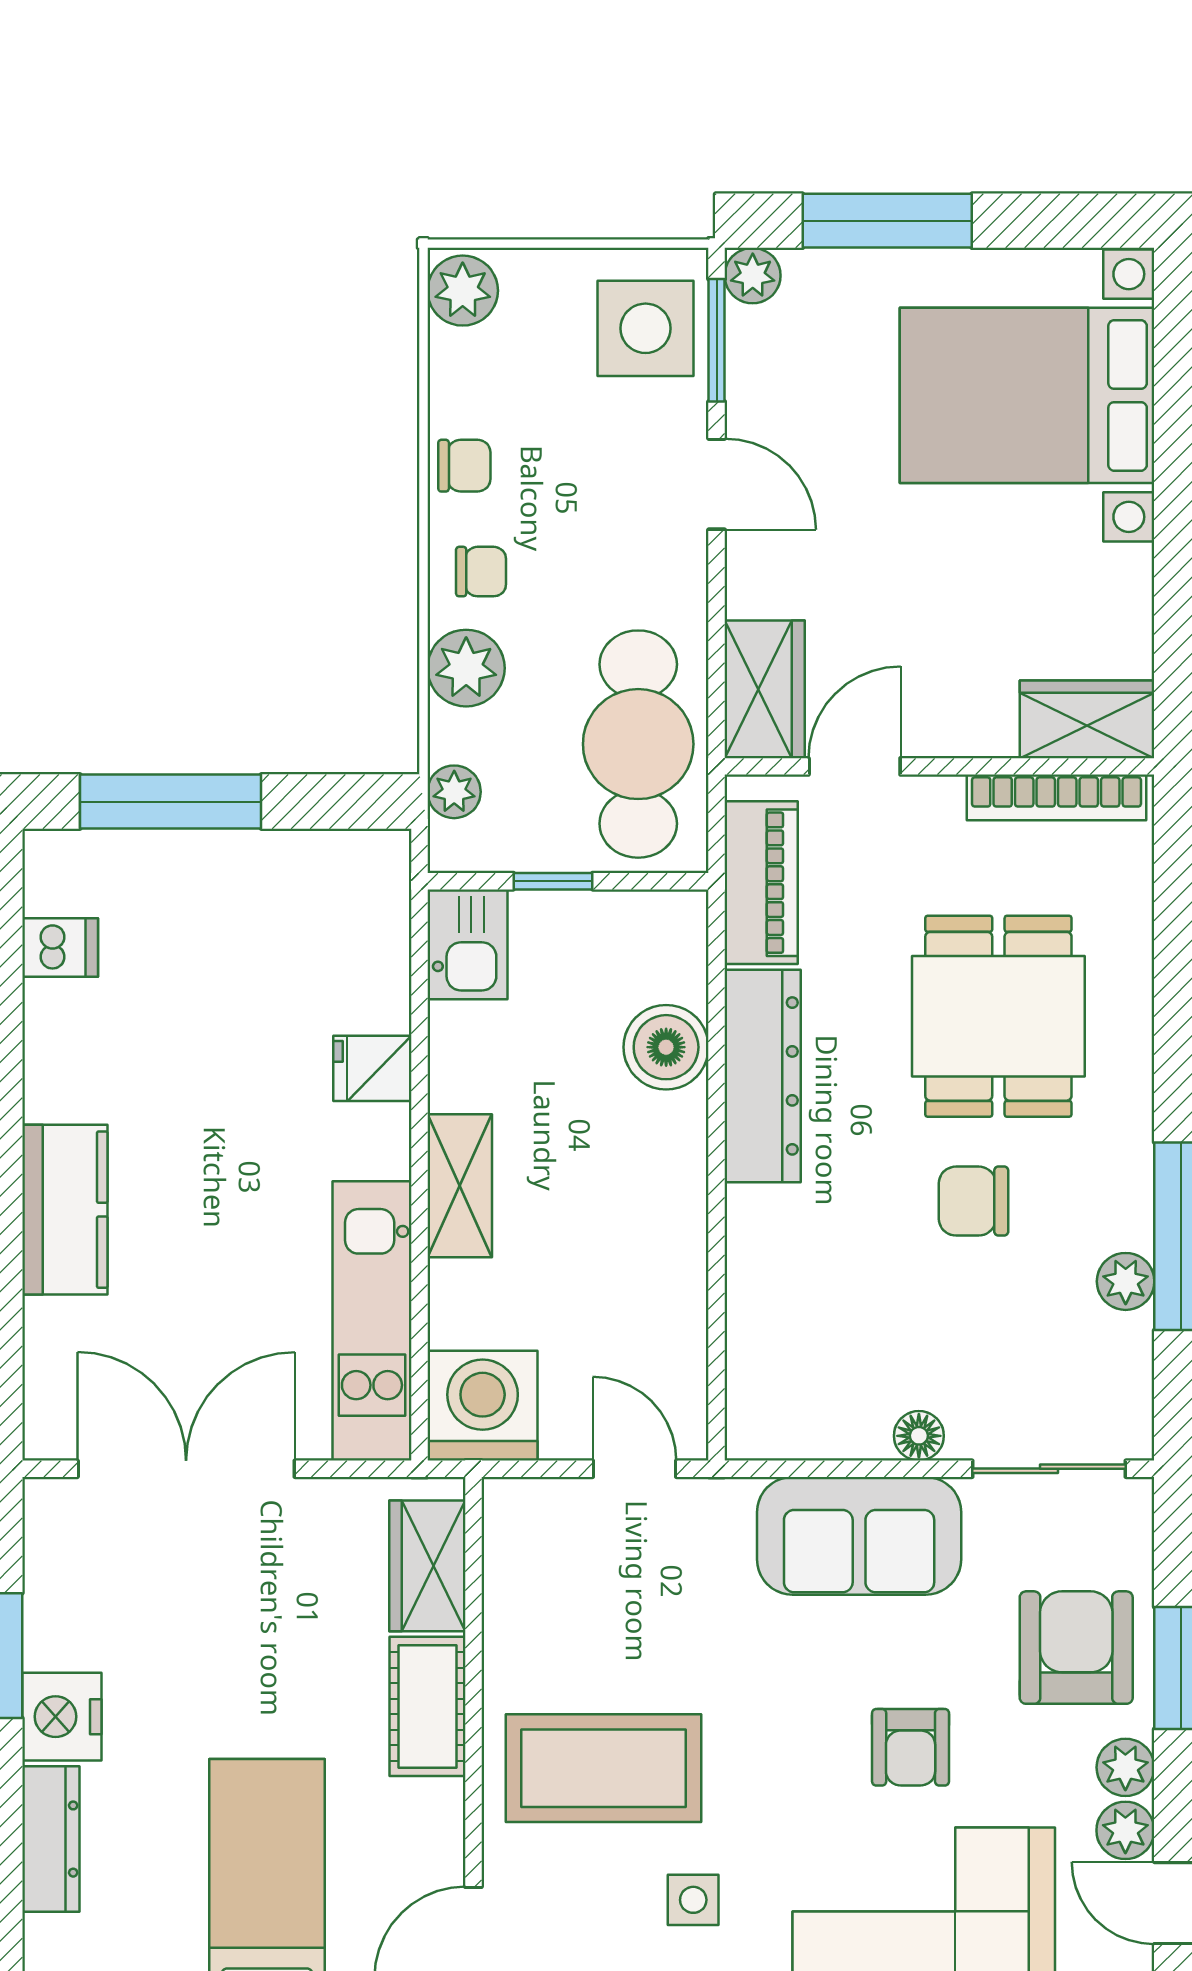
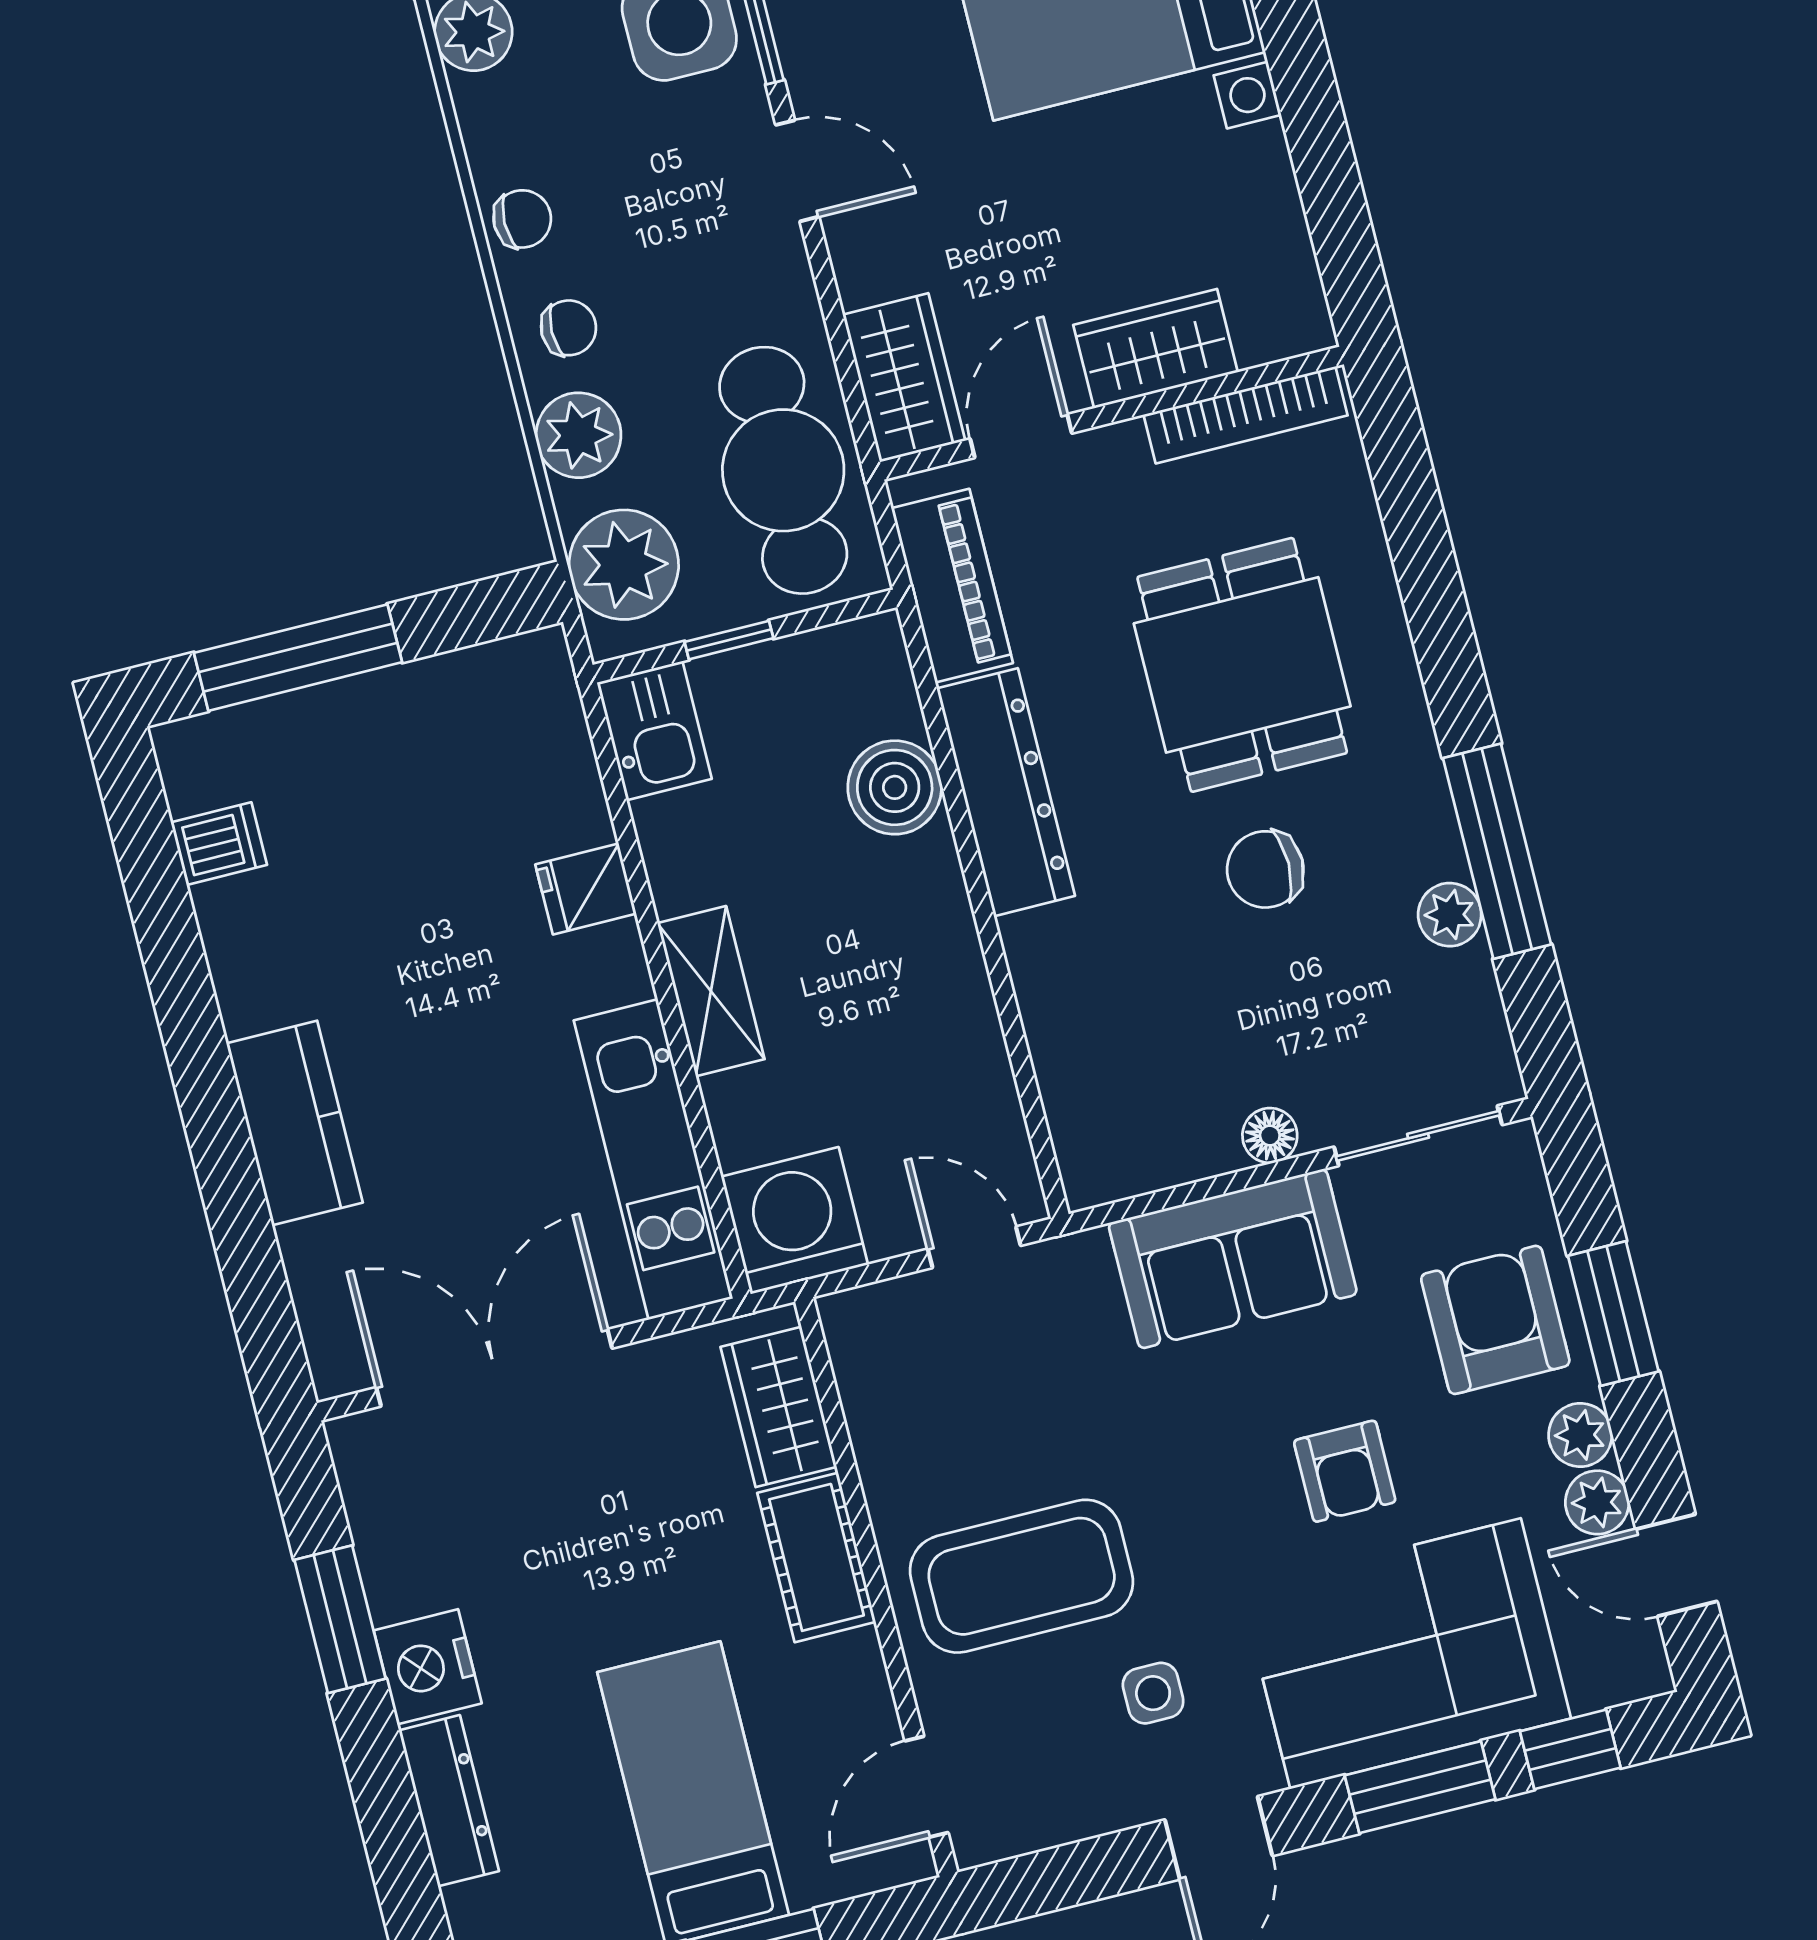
wardrobe: (1087, 719) -> (1156, 349), moved
plant: (454, 792) -> (624, 565), width x1.87, depth x1.87

